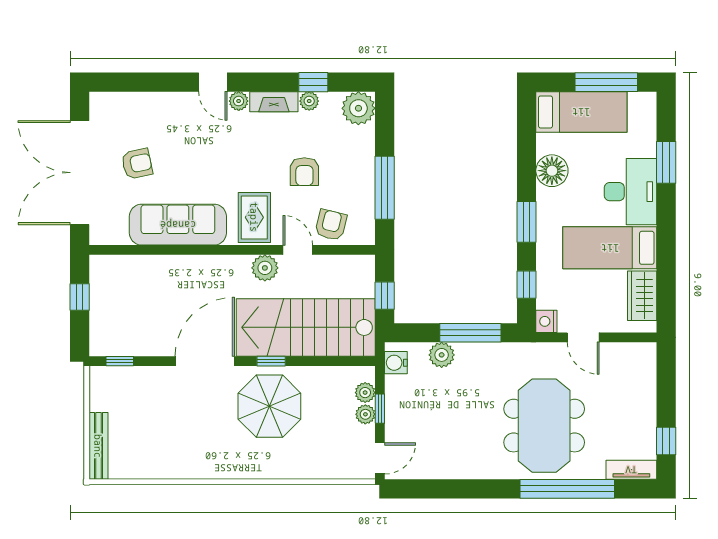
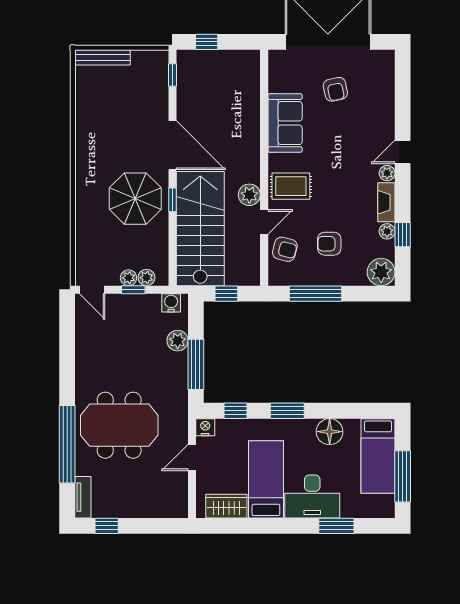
armchair: (304, 172) -> (329, 244), moved
sofa: (178, 225) -> (285, 123), width x0.73
window: (80, 297) -> (207, 42), moved

